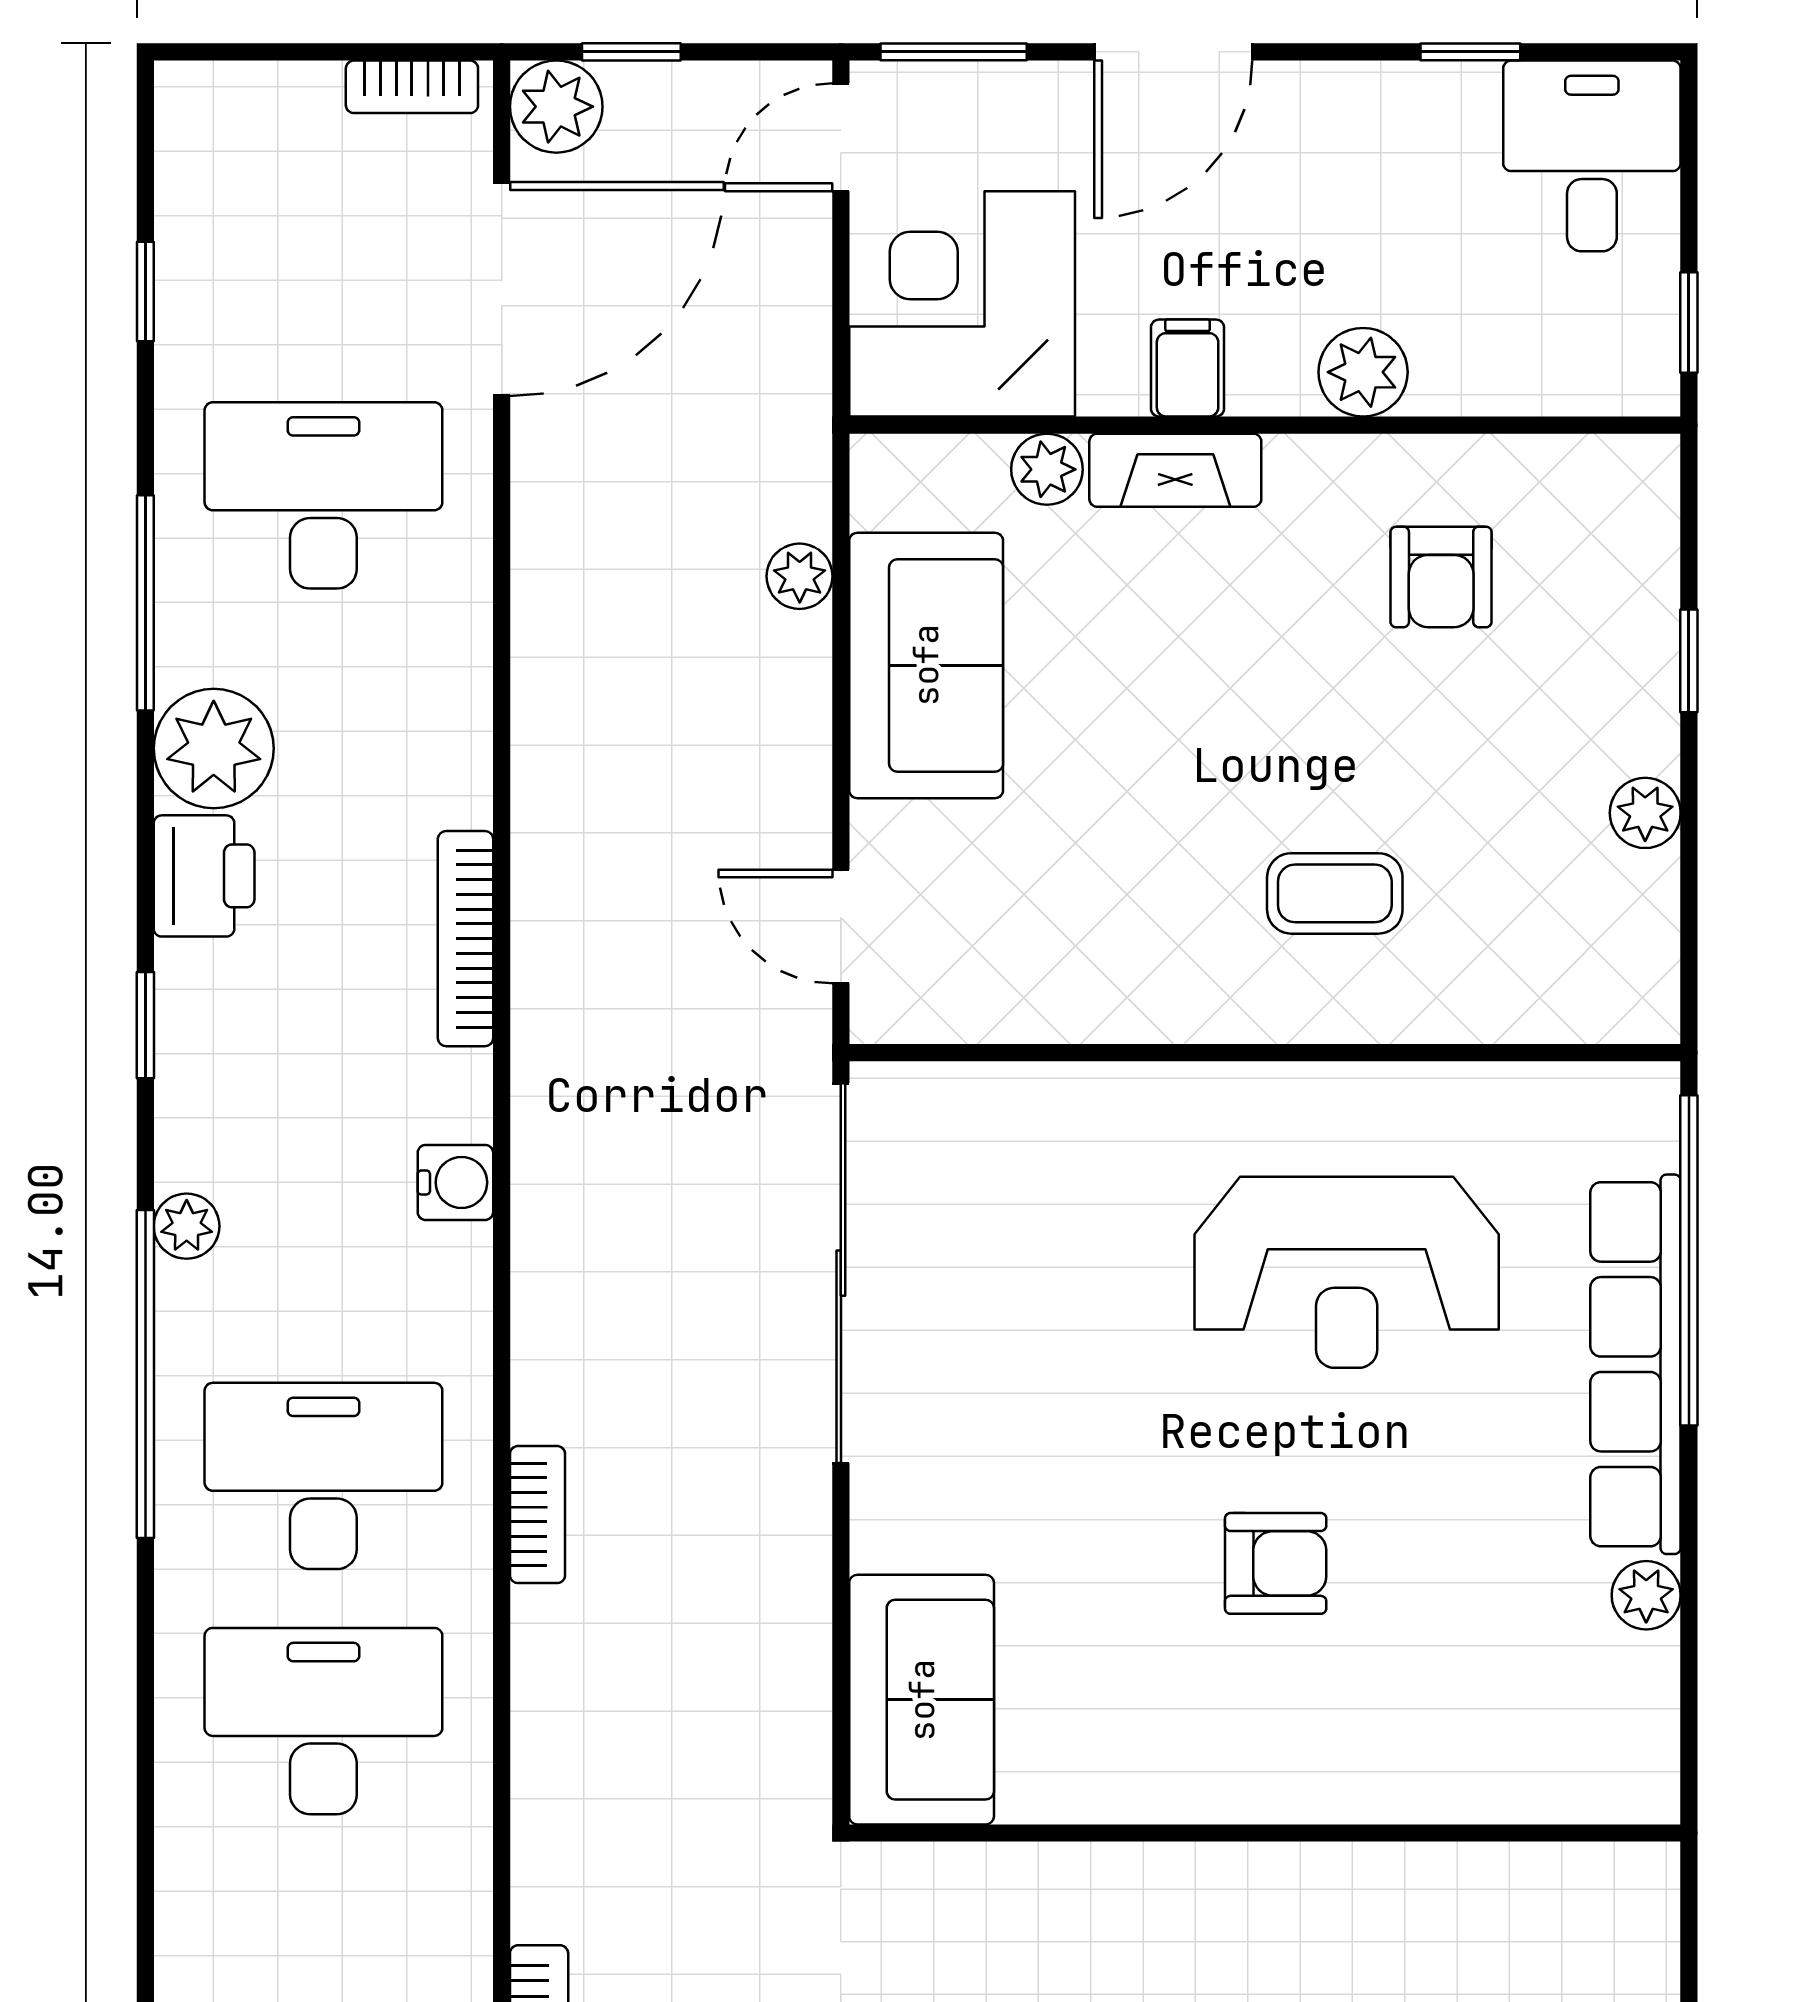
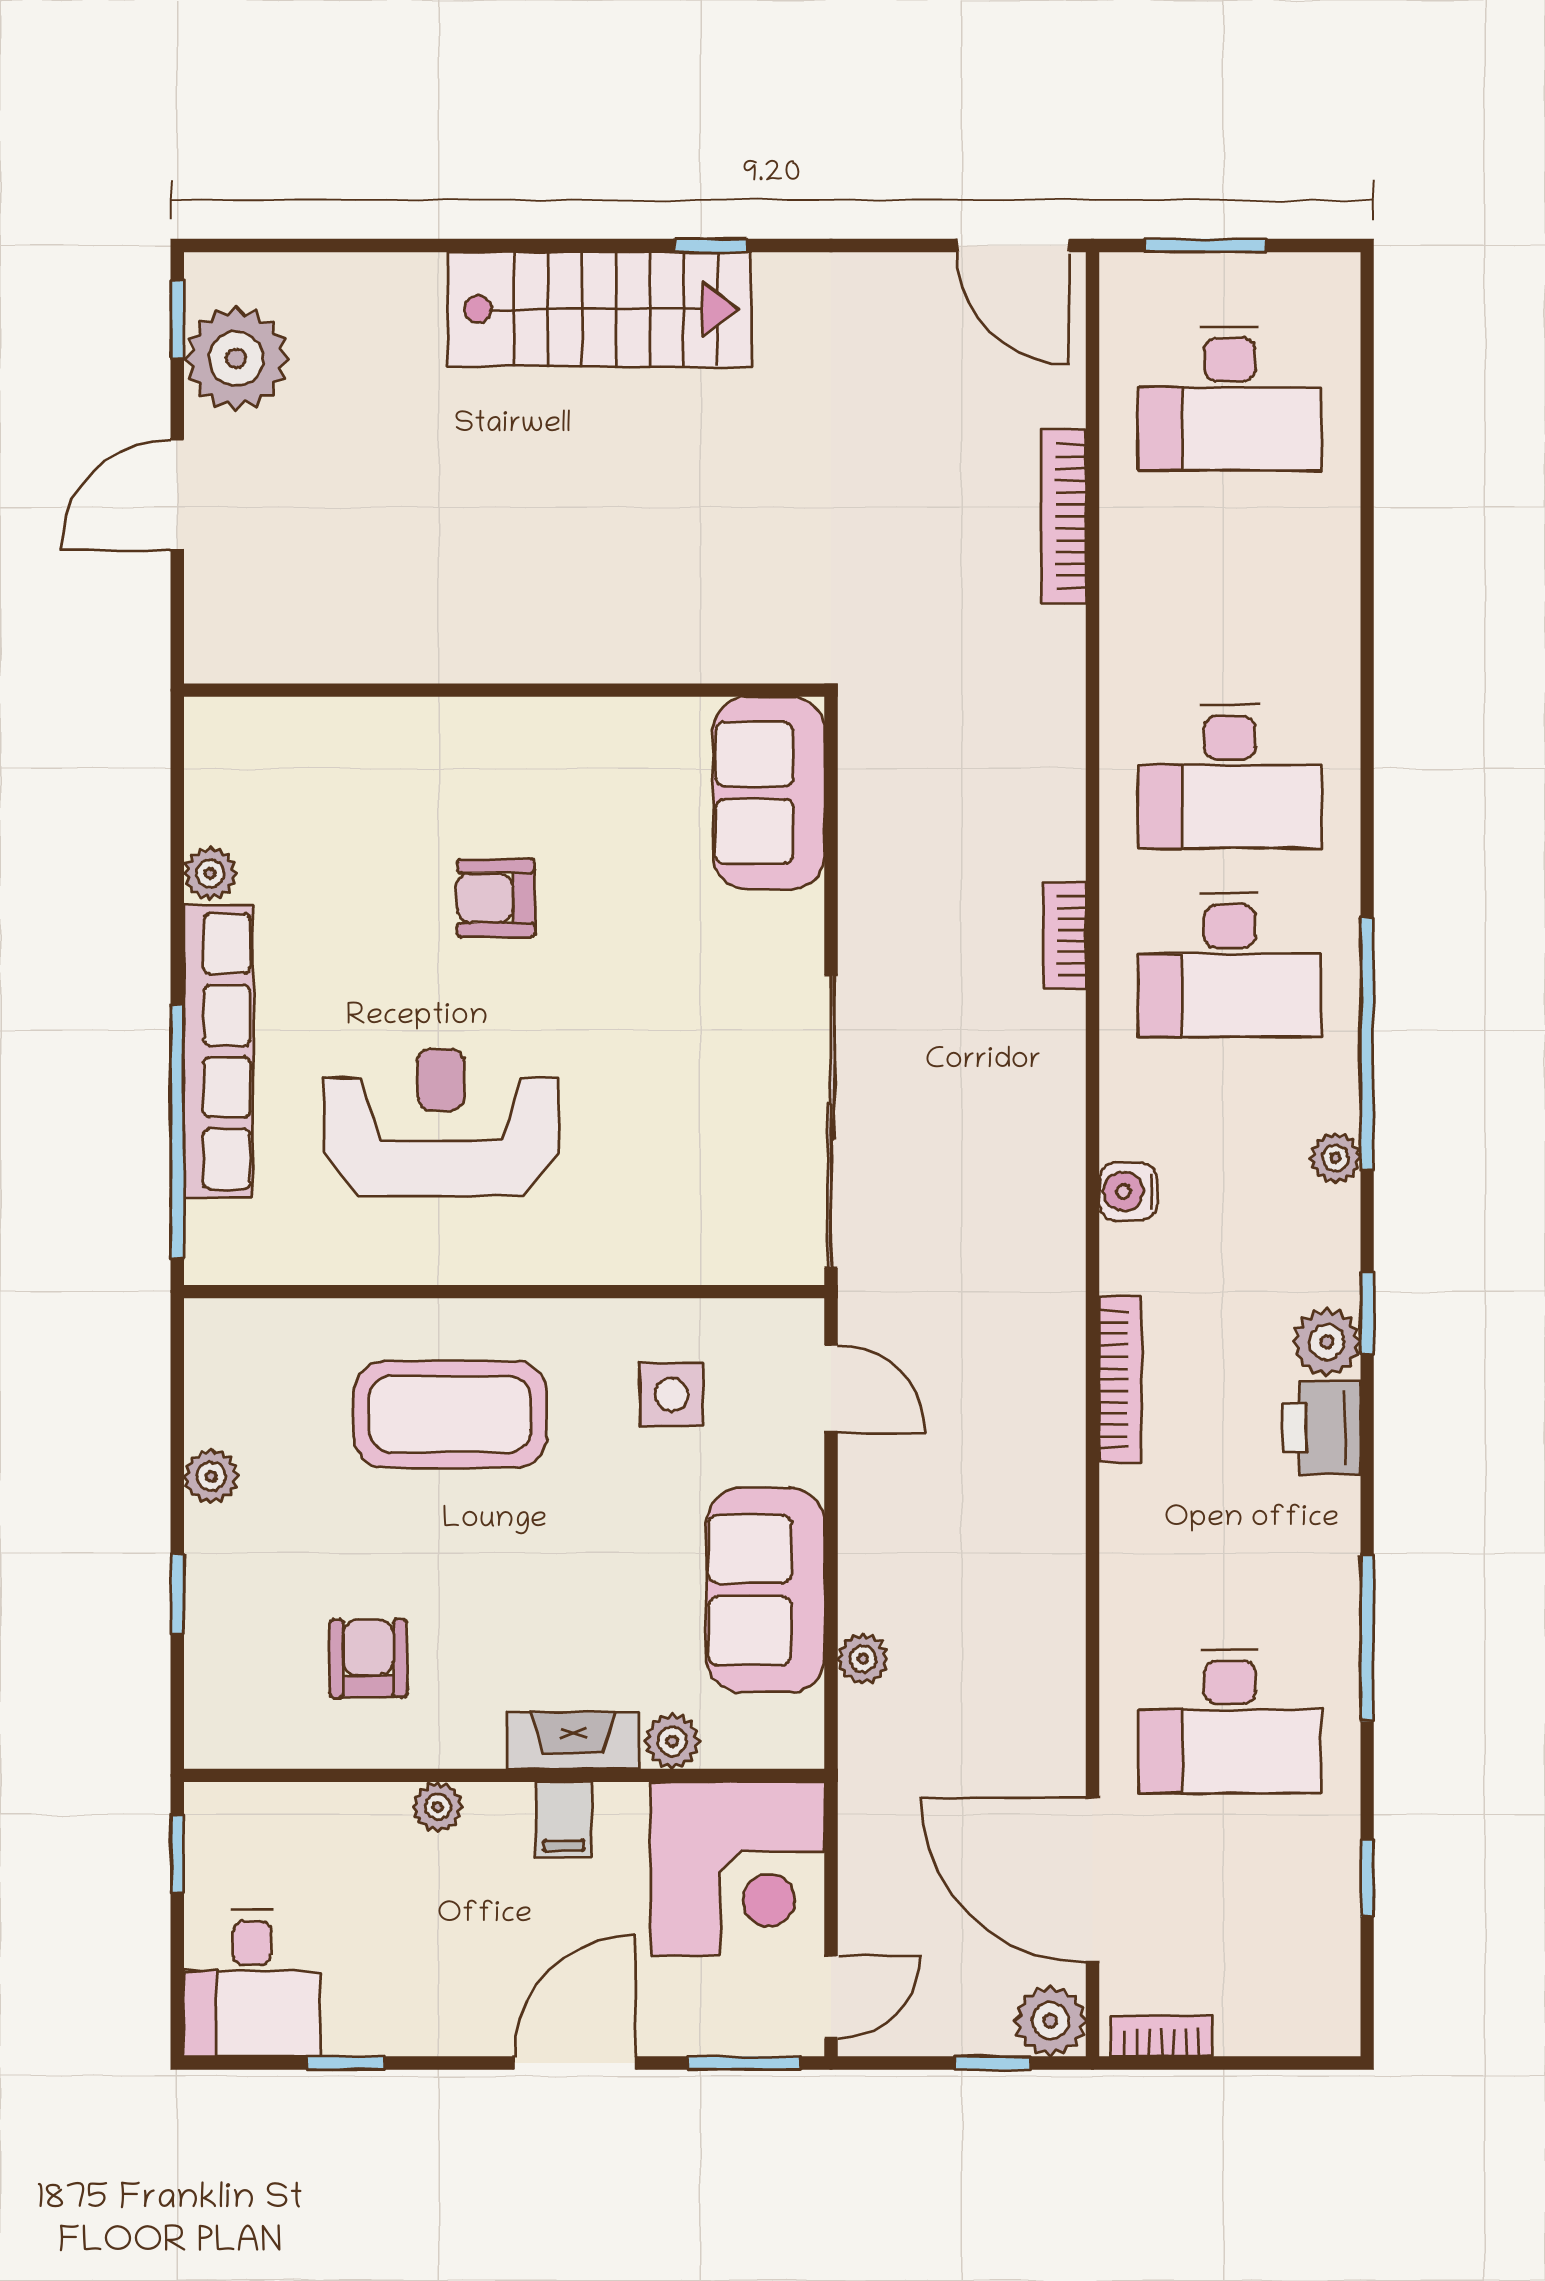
door: (502, 289) -> (1093, 1880), hinge flipped
plant: (1363, 372) -> (438, 1807), width x0.73, depth x0.73
plant: (214, 748) -> (1327, 1342), moved, width x0.73, depth x0.73
coffee table: (1335, 893) -> (450, 1414), width x1.86, depth x1.72
side table: (1048, 919) -> (671, 1395), added

